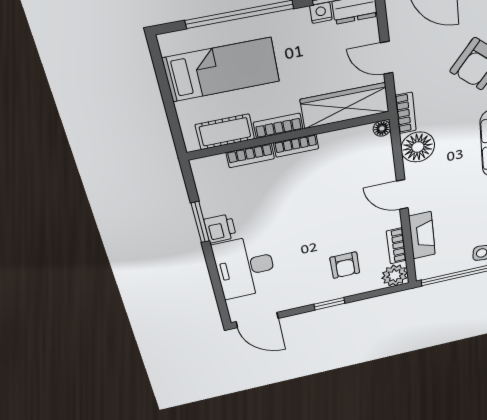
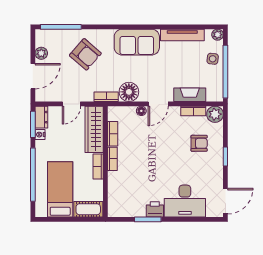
floor lamp: (382, 128) -> (141, 111), moved
cot: (225, 132) -> (88, 209), moved, turned 90
bookcase: (250, 156) -> (113, 134), moved

